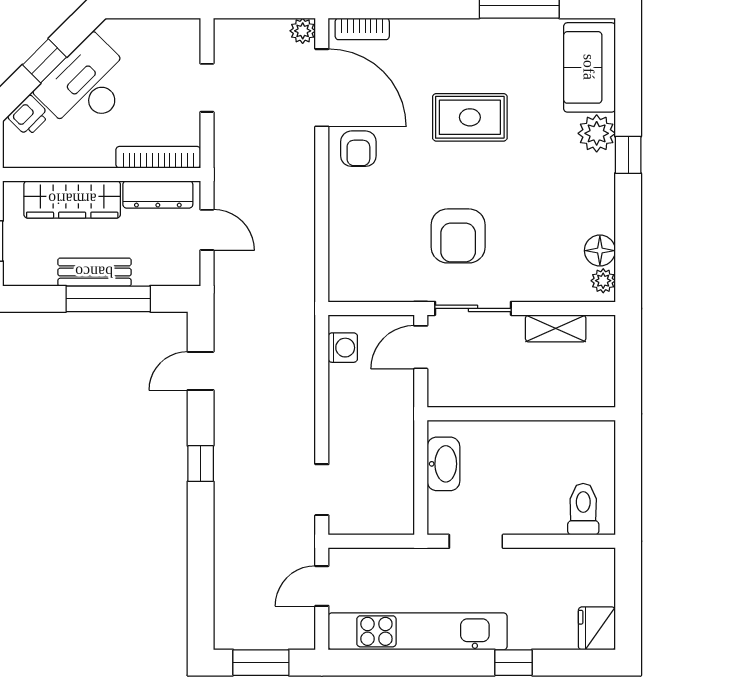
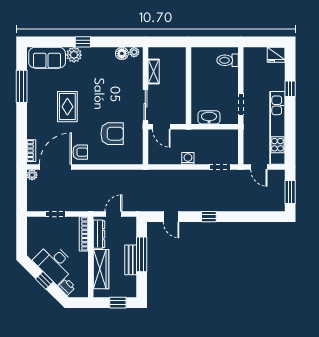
armchair: (458, 236) -> (112, 134), moved
washing machine: (343, 348) -> (188, 158), moved

